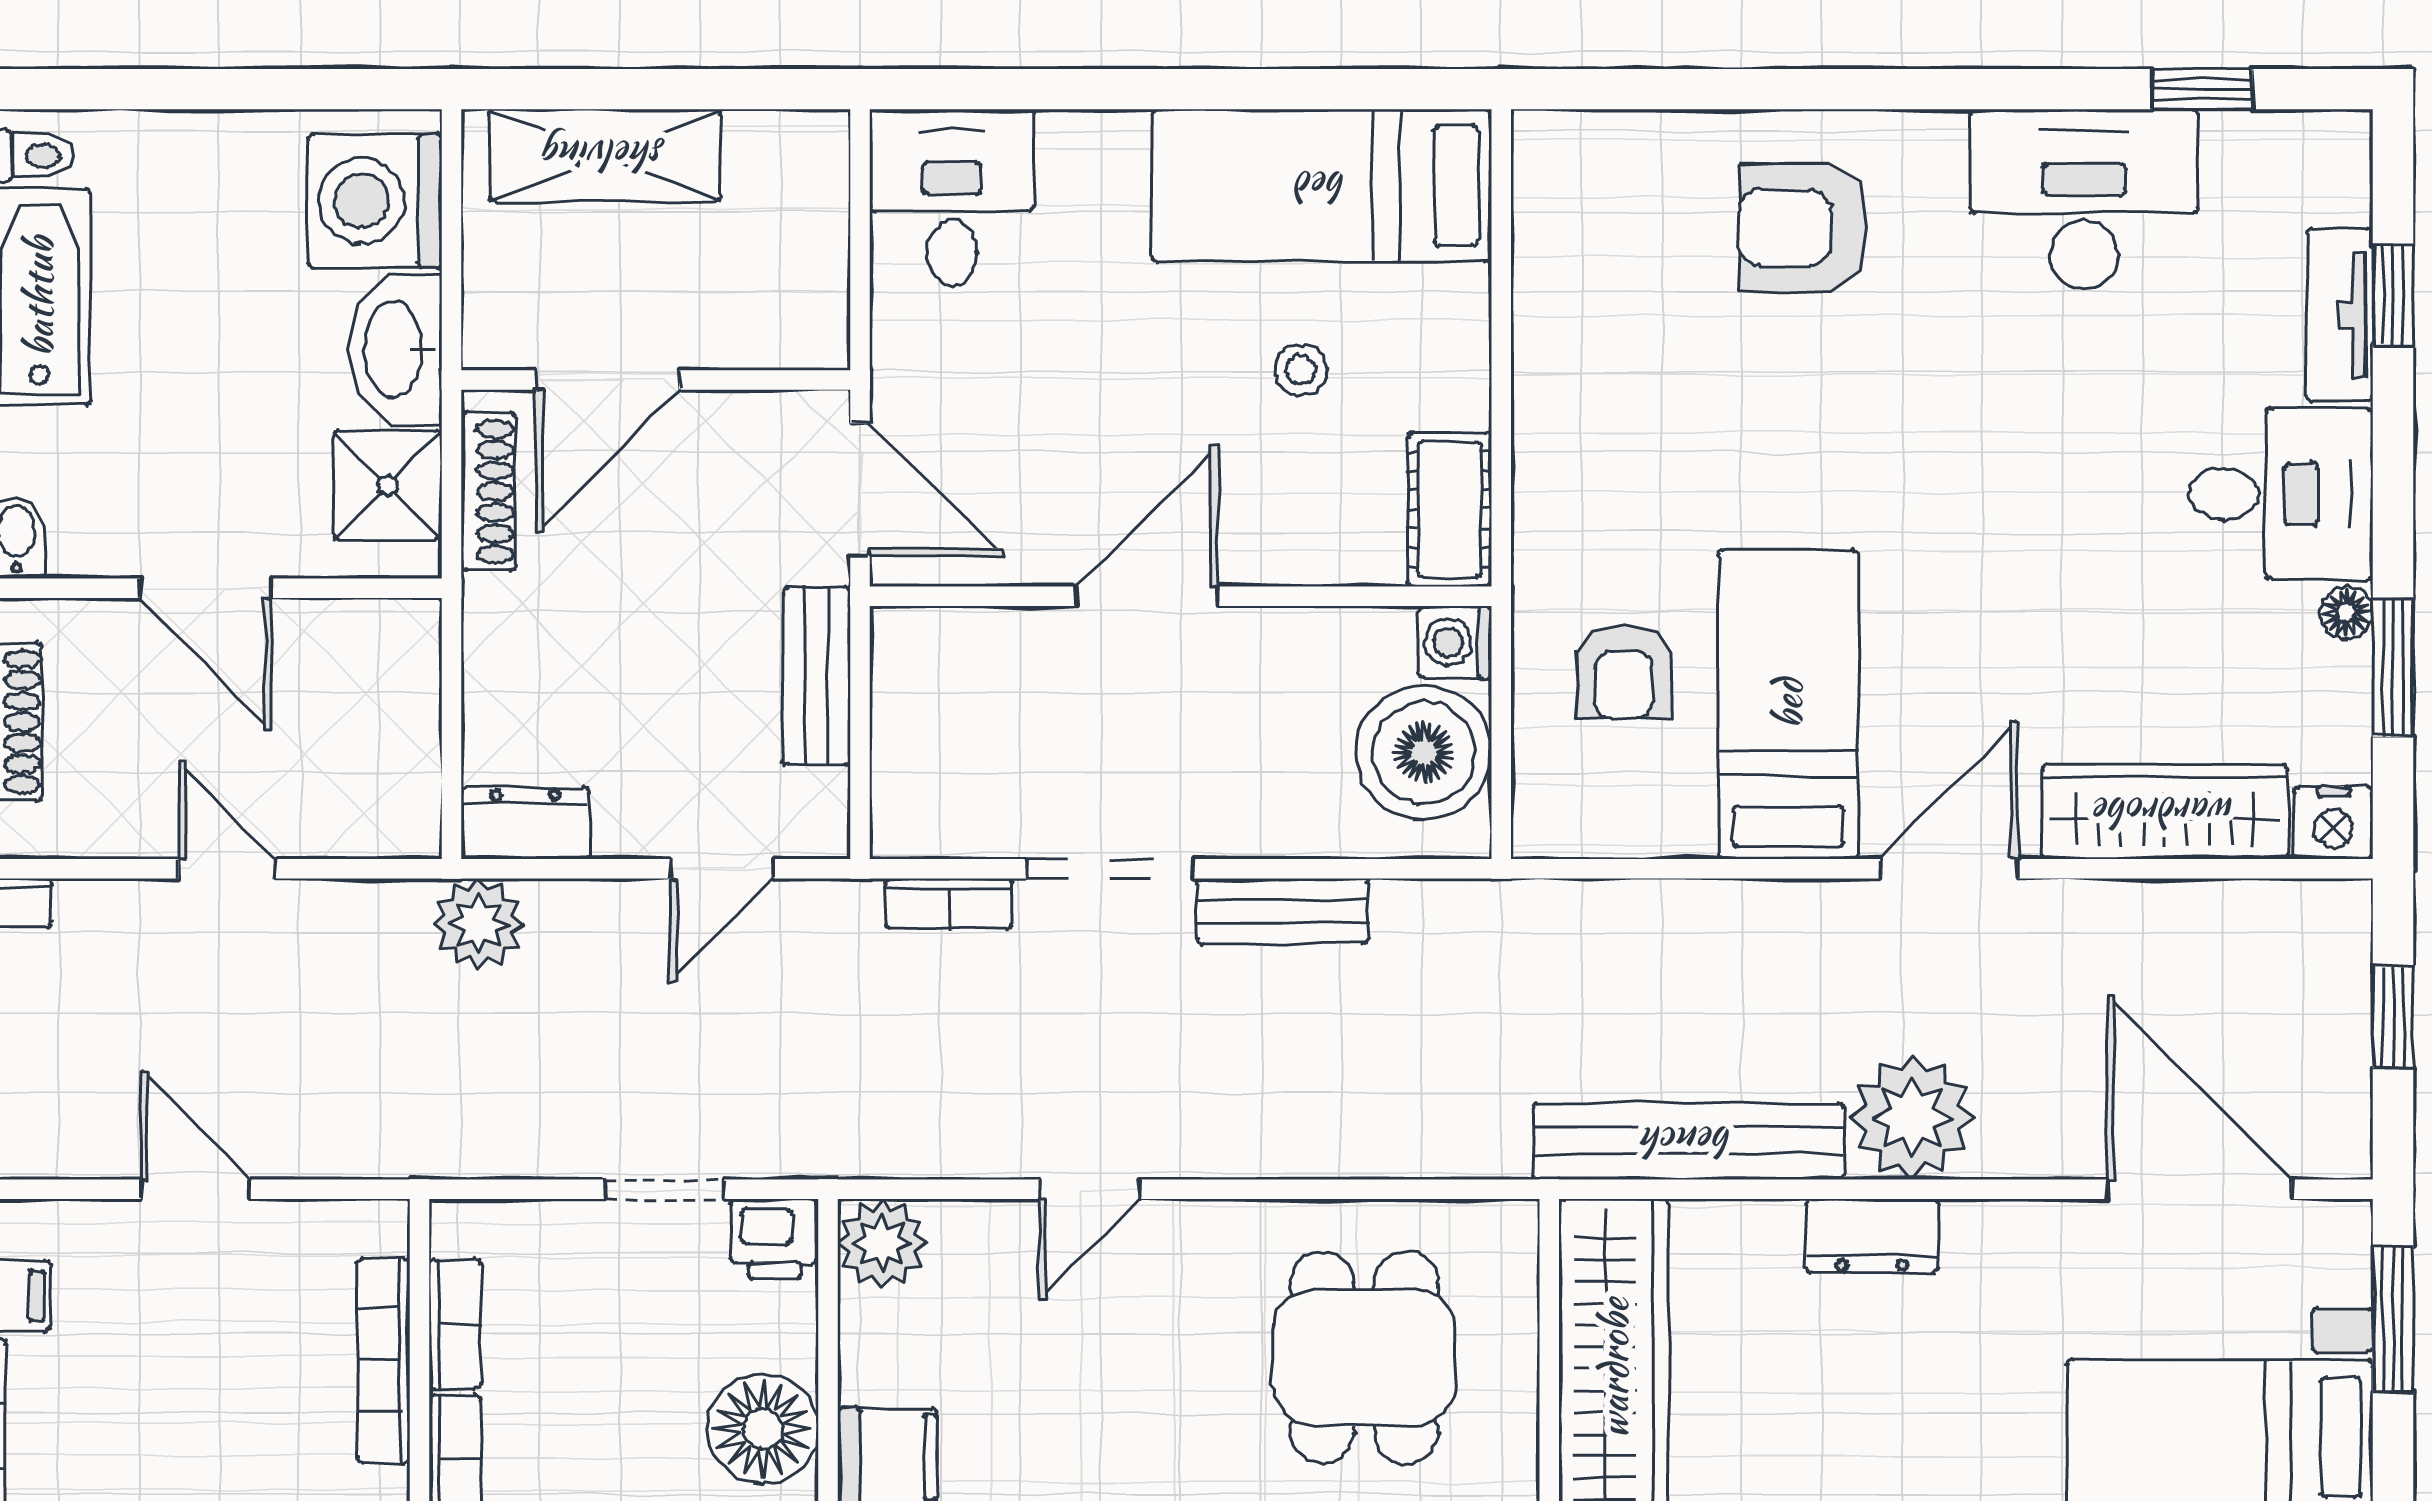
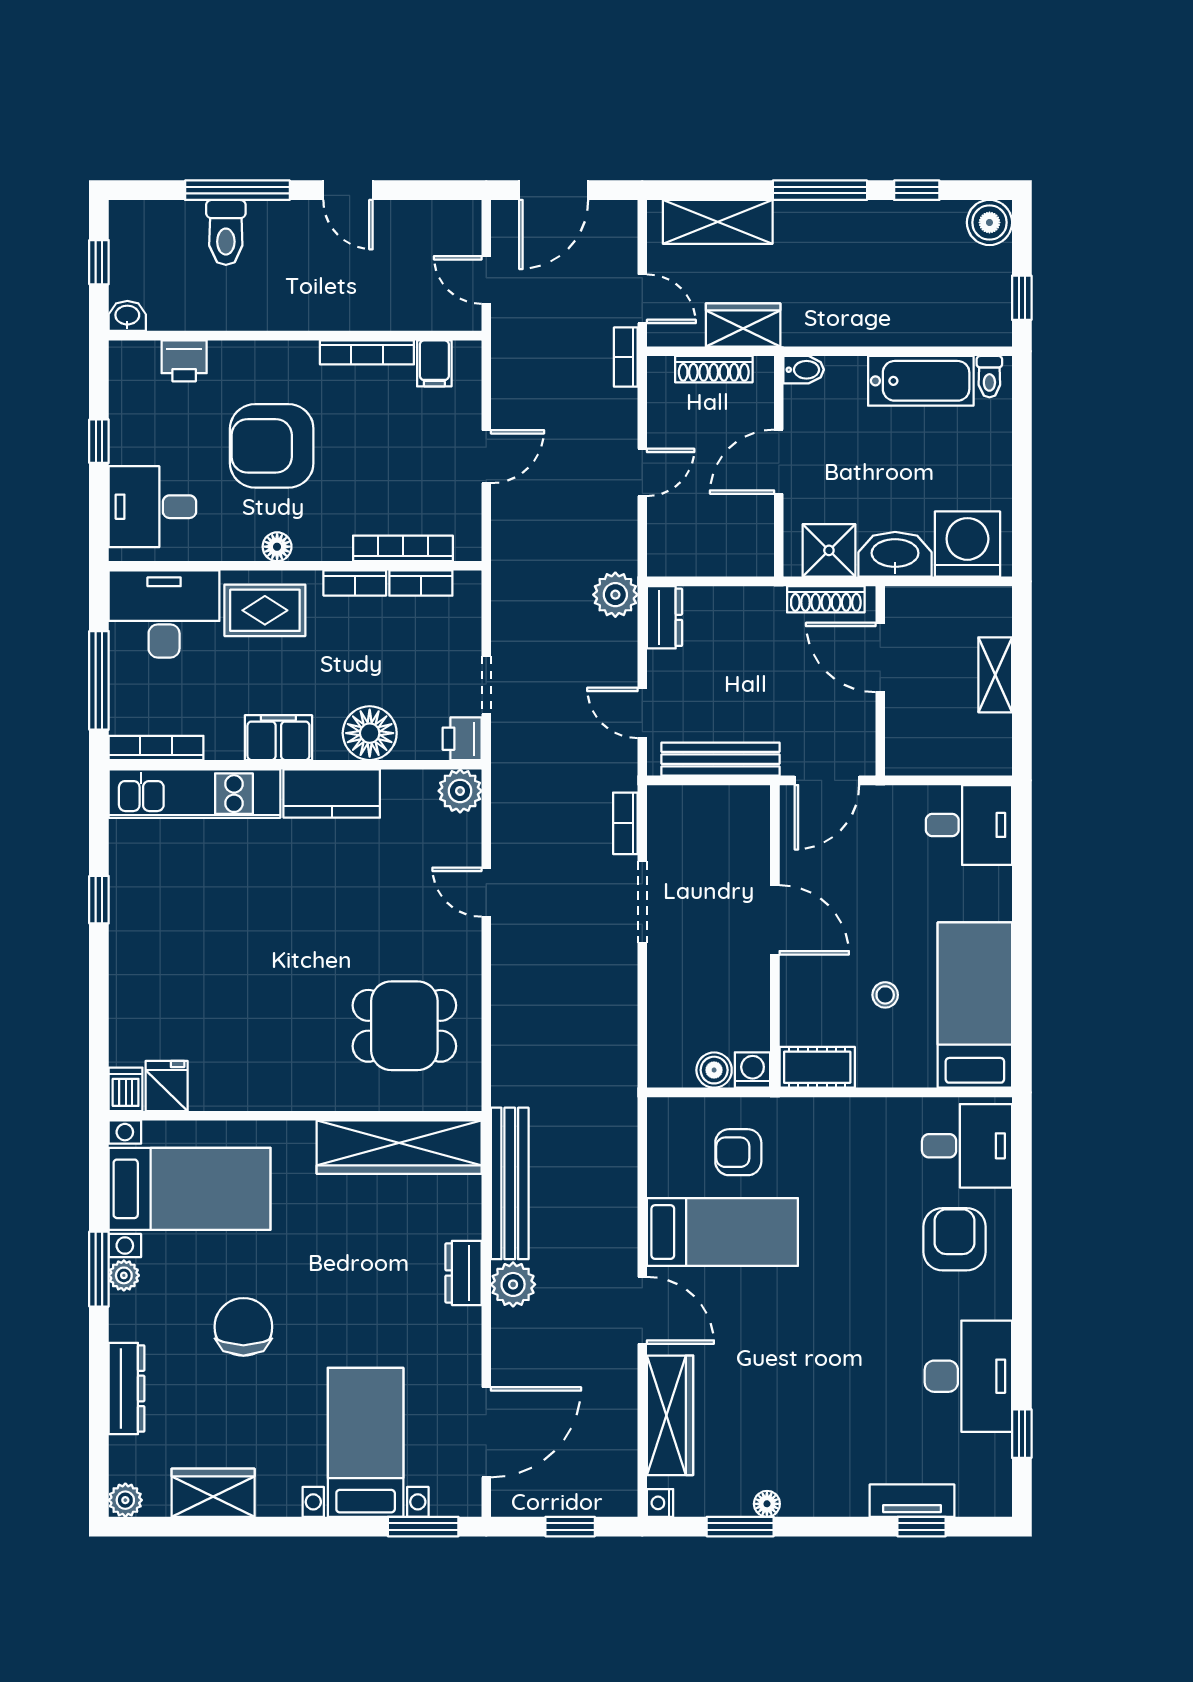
shelving: (605, 155) -> (995, 675), width x0.67, depth x0.75
desk: (2280, 494) -> (967, 1146), moved, turned -90
bench: (817, 676) -> (720, 759), width x1.36
boiler: (1424, 753) -> (714, 1070), width x0.54, depth x0.54
nightstand: (2333, 823) -> (660, 1503), width x0.72, depth x0.74
bench: (1283, 911) -> (622, 986), removed
plant: (1912, 1118) -> (513, 1284), width x0.73, depth x0.73

